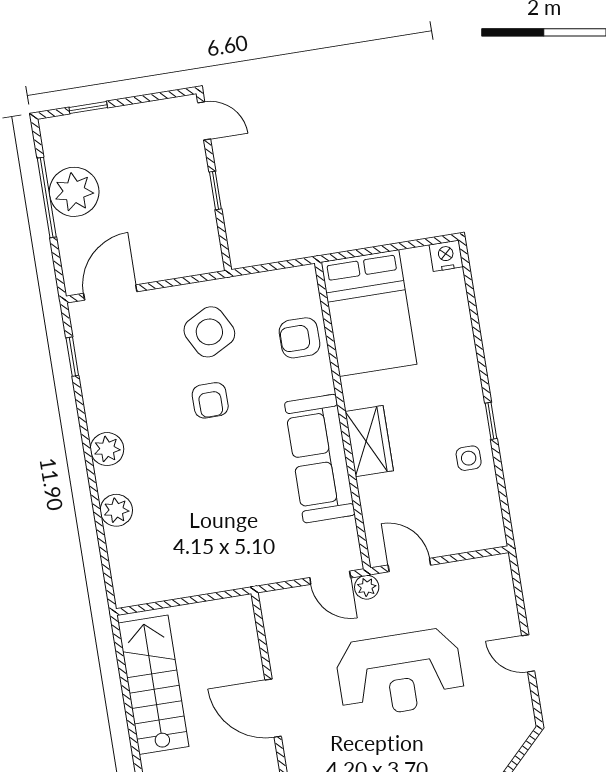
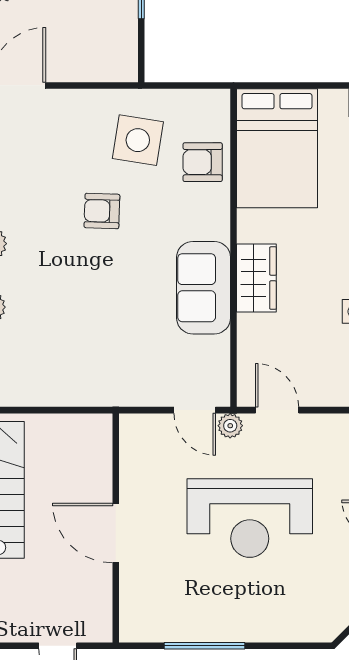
side table: (209, 332) -> (138, 140), moved, turned 37
armchair: (210, 400) -> (102, 211), turned 92
sofa: (320, 459) -> (204, 288), width x0.73

